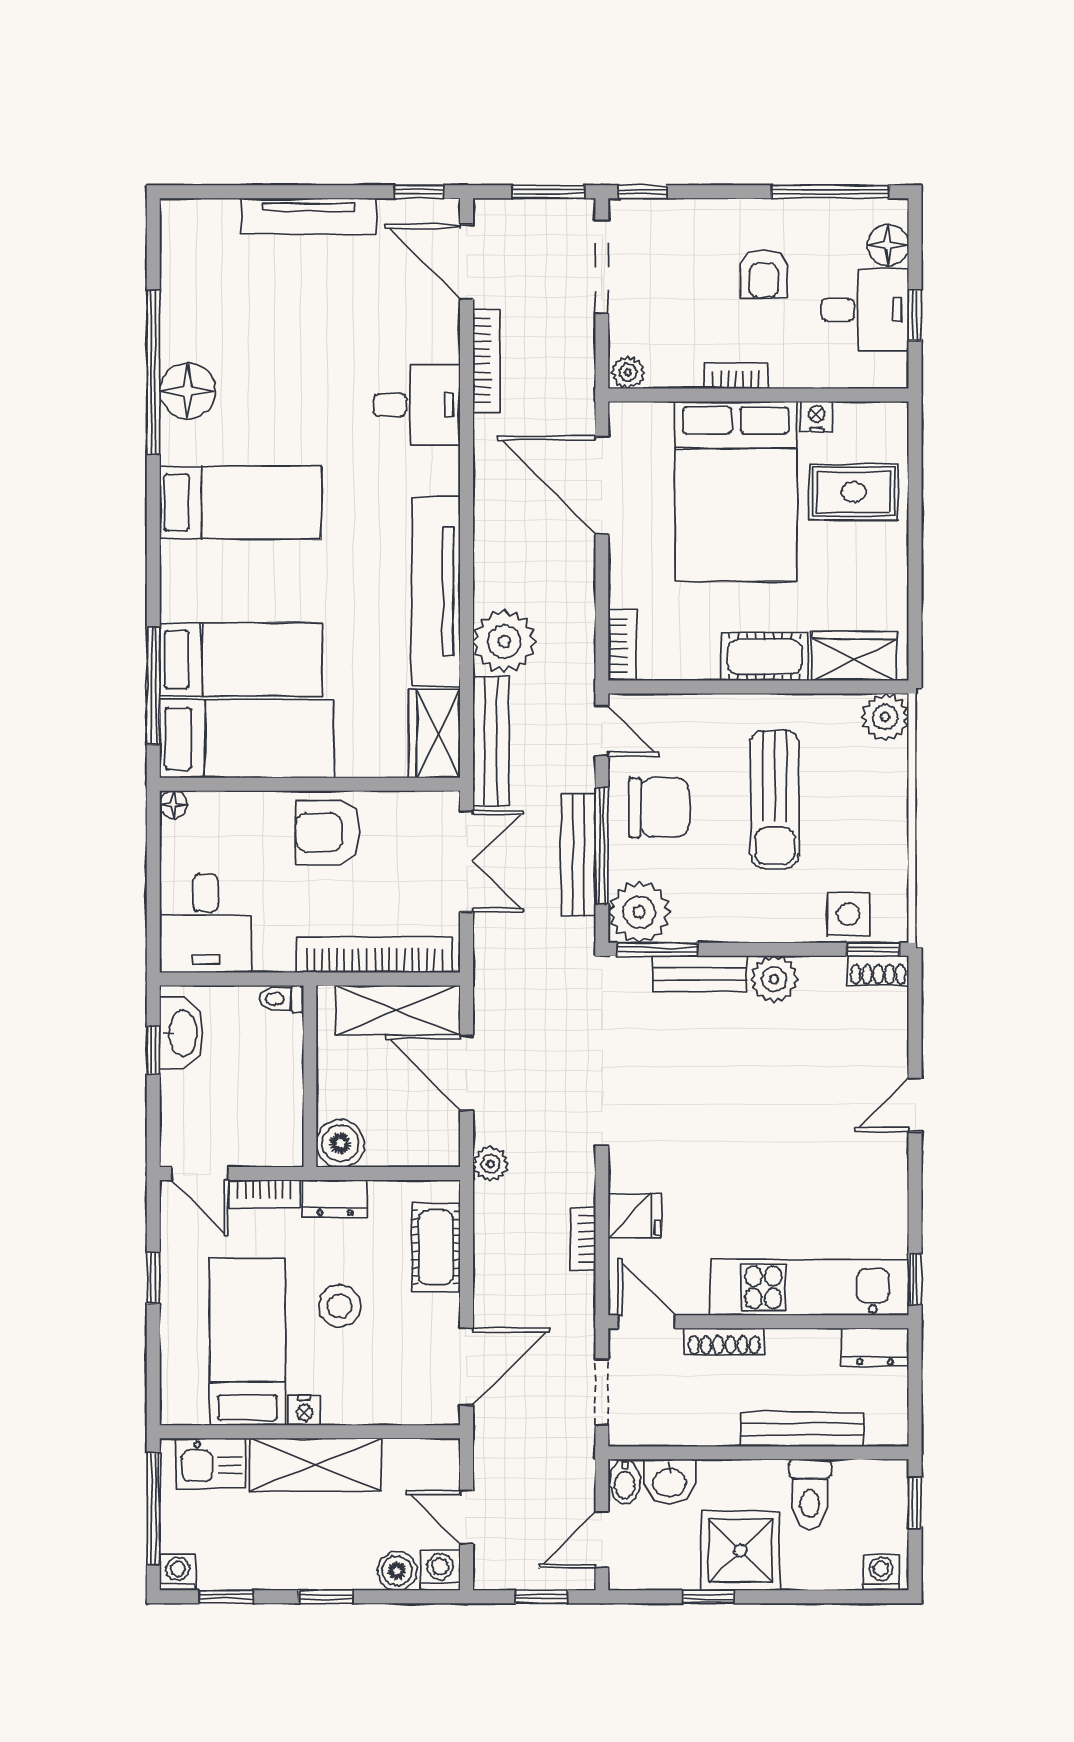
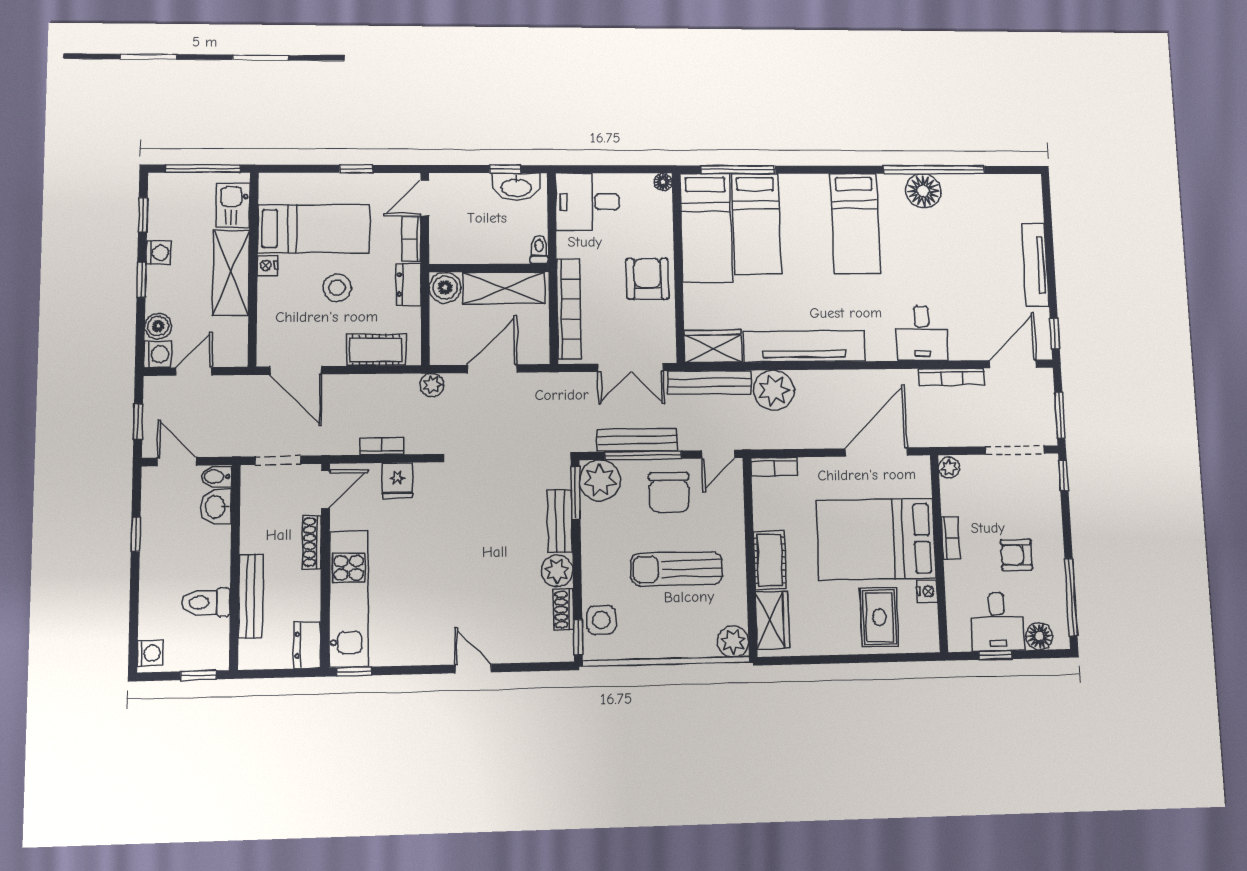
shoe rack: (878, 970) -> (563, 609), moved
shelving: (398, 1010) -> (504, 288), moved, turned 90
shower: (741, 1551) -> (167, 556), removed
washing machine: (178, 1572) -> (159, 253), moved

